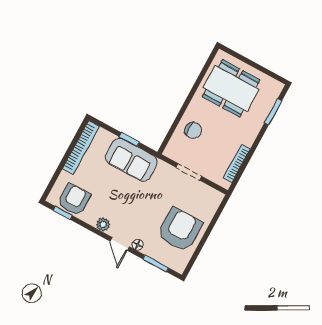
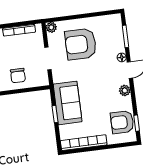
chair: (193, 130) -> (18, 76), turned 180
plant: (217, 197) -> (51, 27), added
armchair: (180, 230) -> (81, 44), moved

